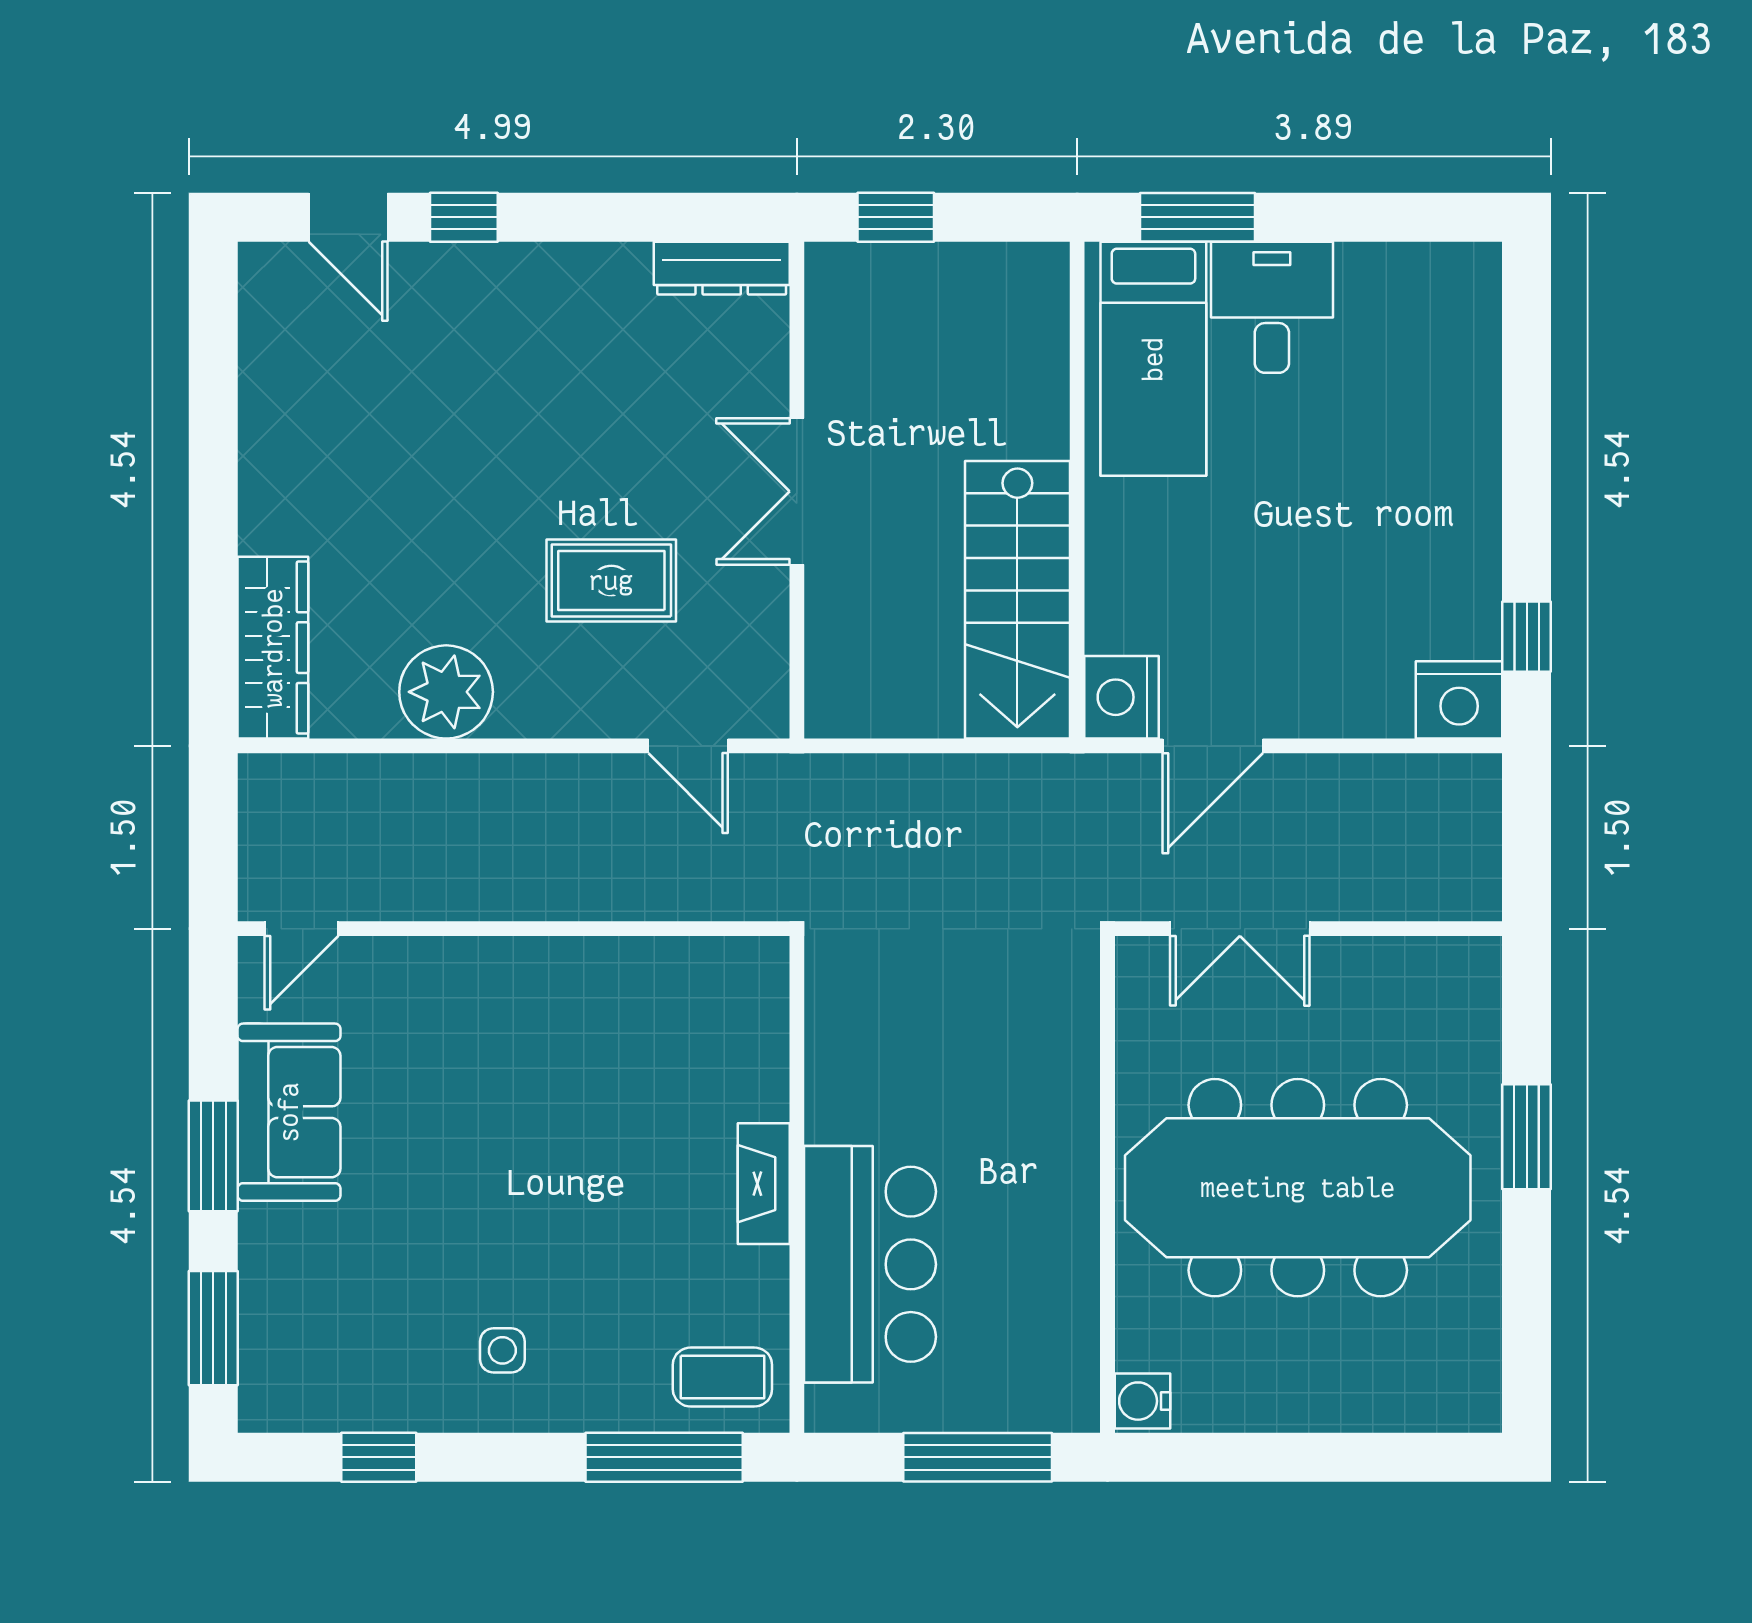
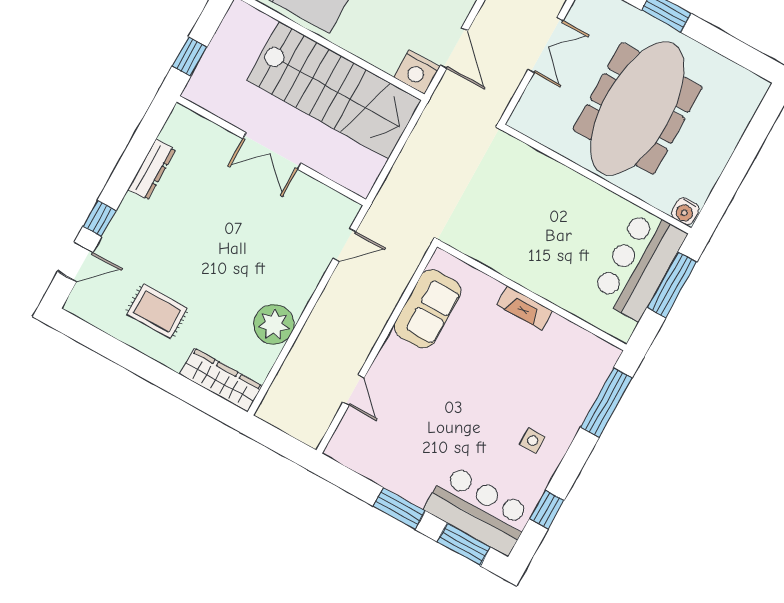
dresser: (722, 268) -> (152, 169), moved
rug: (611, 581) -> (157, 311), moved, turned 90
stairs: (1017, 600) -> (334, 90), width x1.36, depth x1.51
door: (302, 929) -> (354, 390), moved
double door: (1240, 929) -> (546, 45), moved
sofa: (289, 1112) -> (428, 309), moved, turned 90
bar counter: (870, 1264) -> (639, 264), moved, turned -90
bar counter: (301, 1319) -> (479, 510), added
coffee table: (722, 1377) -> (588, 364), removed

